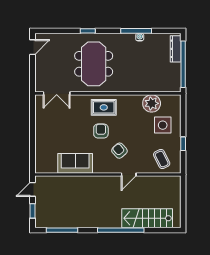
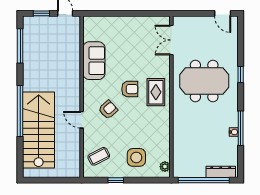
plant: (152, 103) -> (165, 167), moved, width x0.53, depth x0.53
stairs: (147, 218) -> (39, 130), width x1.36, depth x1.51

